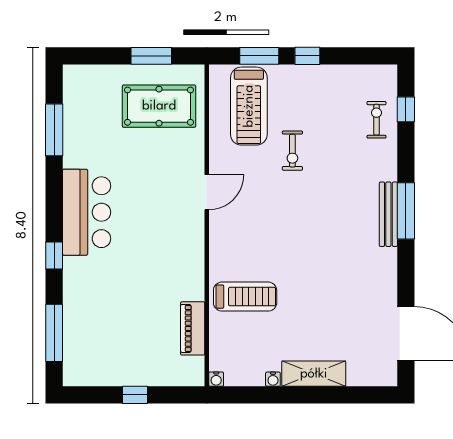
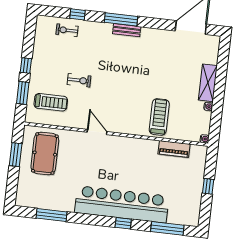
treadmill: (249, 106) -> (51, 102), width x0.73, depth x0.73
window: (406, 109) -> (77, 14), moved
bar counter: (87, 212) -> (122, 204), width x1.86
bench: (388, 214) -> (127, 30), width x0.73

